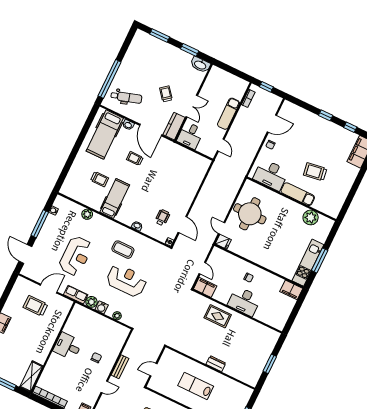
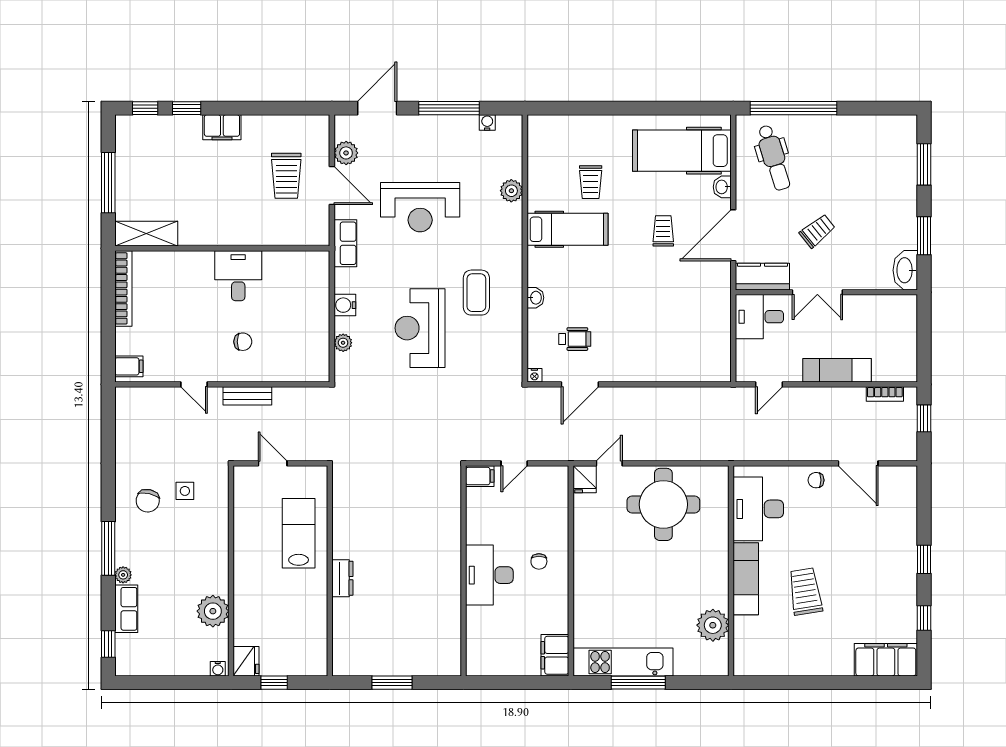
reception desk: (126, 280) -> (420, 328), turned 180
filing cabinet: (205, 287) -> (480, 476), width x0.50
plant: (91, 302) -> (346, 153), moved
trolley: (35, 306) -> (286, 176), turned 180
rug: (218, 316) -> (436, 538), removed
lab bench: (196, 386) -> (299, 533), moved

